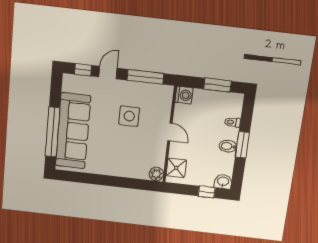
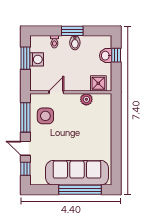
washing machine: (184, 95) -> (37, 59), moved, turned 90
side table: (129, 116) -> (45, 116), moved
door: (170, 132) -> (56, 92), moved
plant: (156, 174) -> (86, 99), moved
washbasin: (223, 182) -> (106, 56), moved

